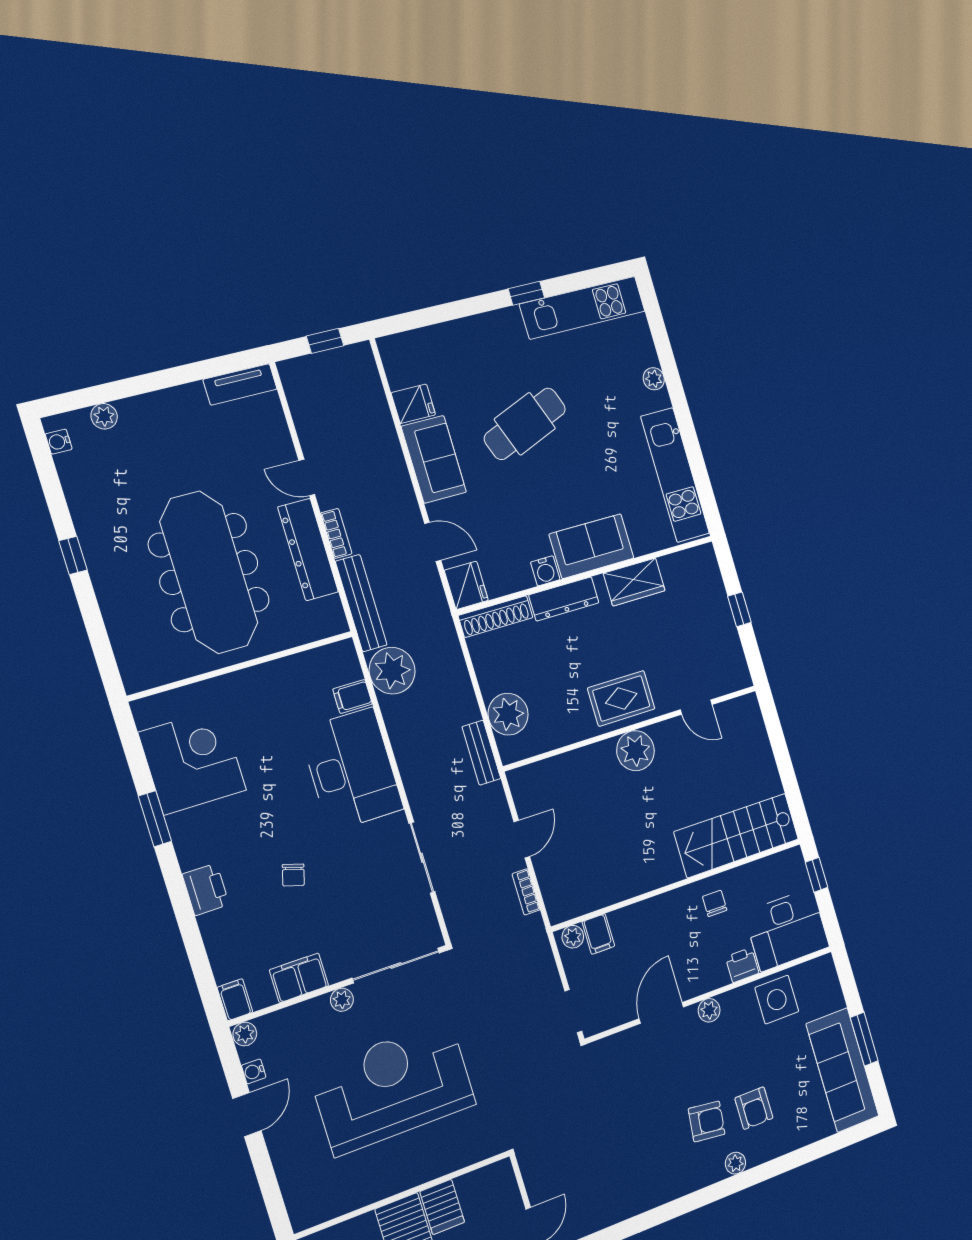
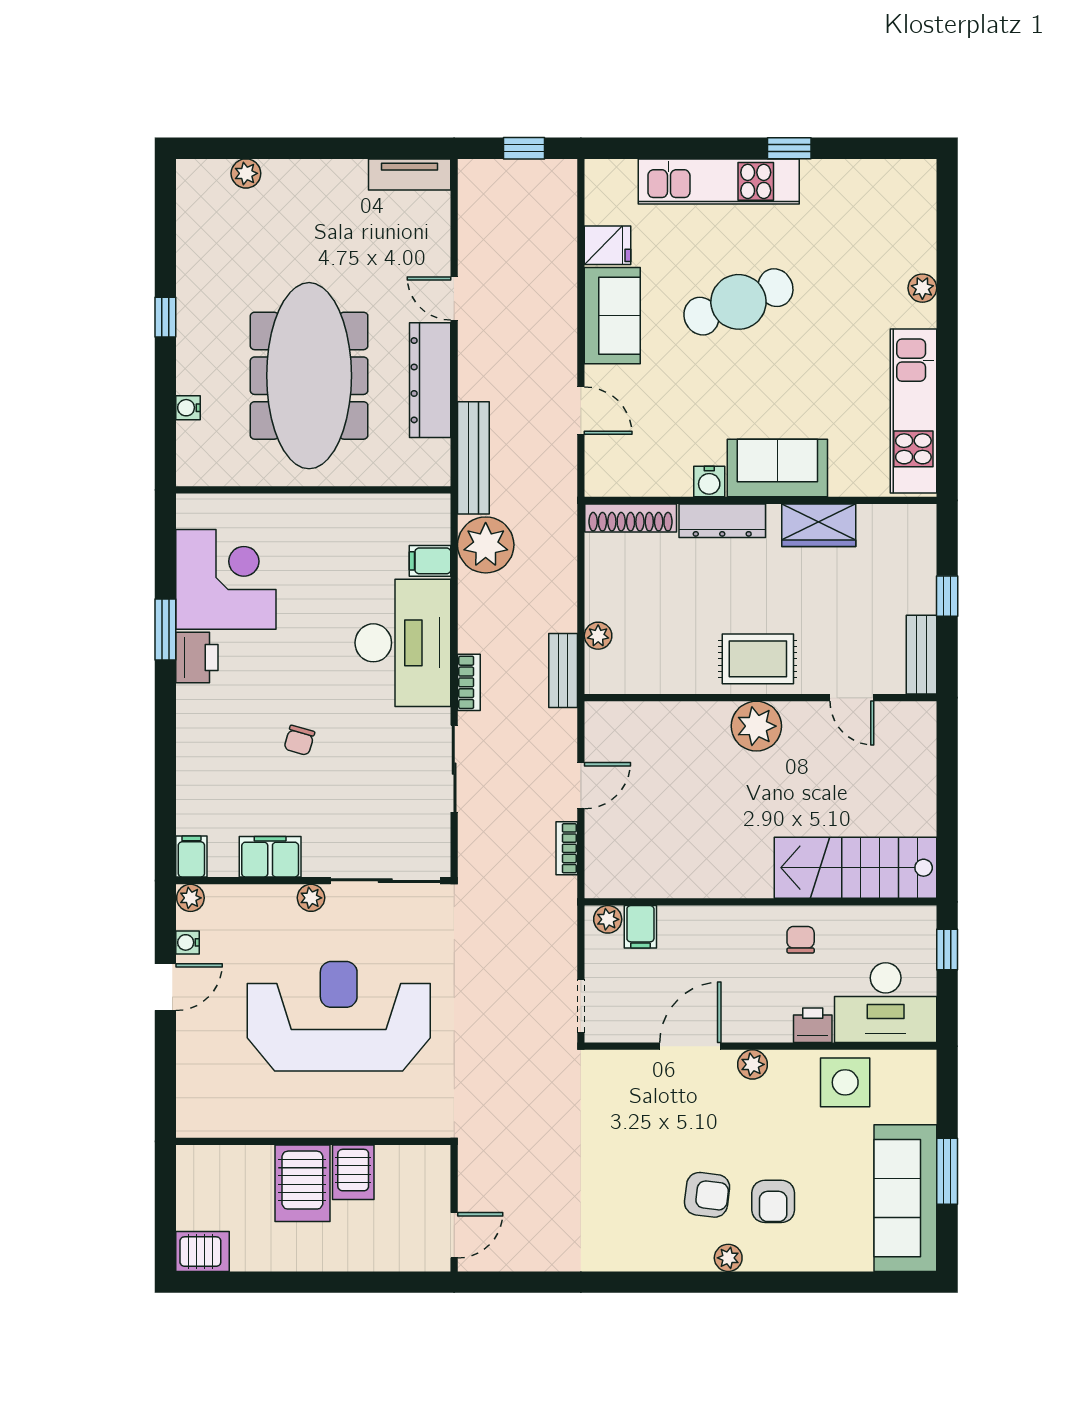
kitchen unit: (583, 308) -> (719, 181), moved
water cooler: (59, 442) -> (188, 408), moved
bookcase: (336, 533) -> (469, 682), moved
fridge: (466, 585) -> (606, 472), removed
bench: (735, 659) -> (921, 655), added
plant: (508, 714) -> (598, 636), width x0.53, depth x0.53
printer: (206, 889) -> (197, 657), moved

